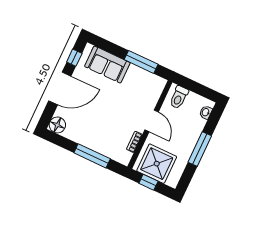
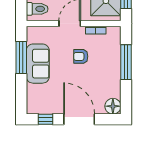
sofa: (107, 65) -> (38, 64), moved
armchair: (117, 117) -> (81, 56), added

